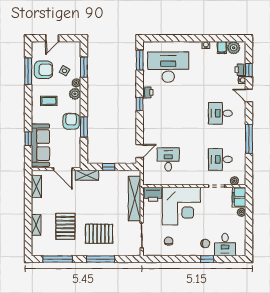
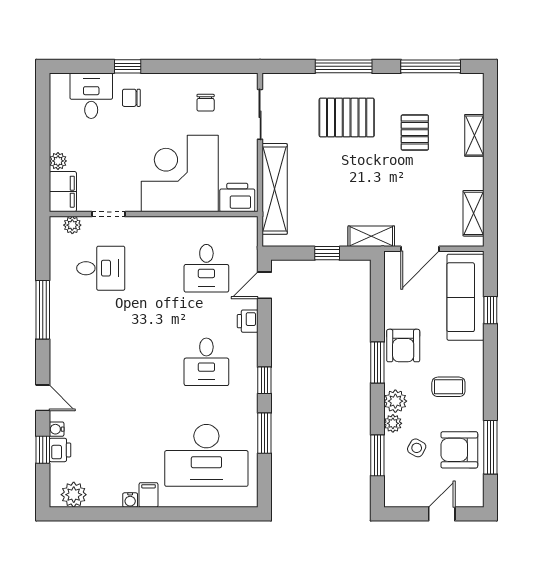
filing cabinet: (222, 48) -> (149, 495), moved
window: (140, 60) -> (264, 433), moved
printer: (148, 92) -> (248, 321), moved
desk: (220, 113) -> (206, 362), moved, turned 90
window: (84, 127) -> (377, 362), moved
door: (63, 169) -> (420, 249), swing flipped
pallet: (65, 226) -> (415, 133), width x0.67, depth x0.71

